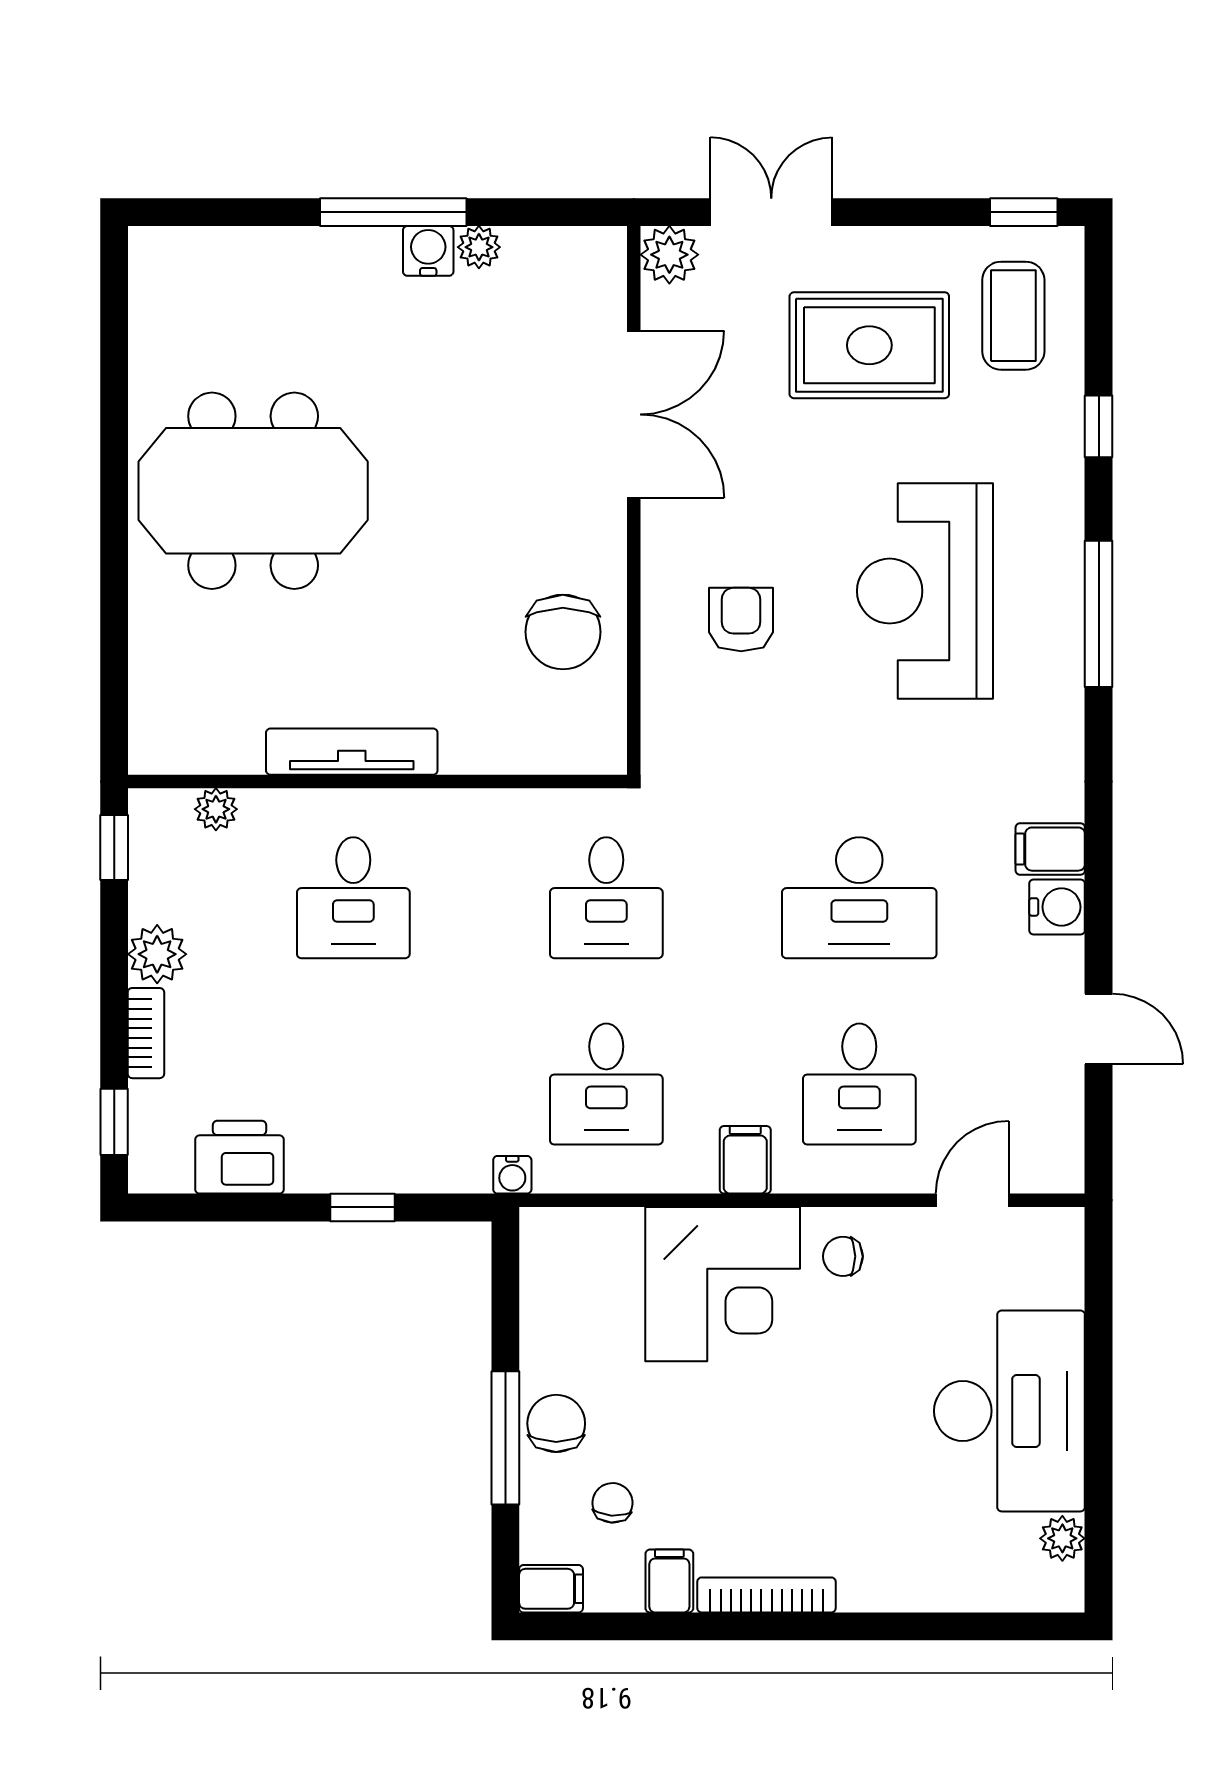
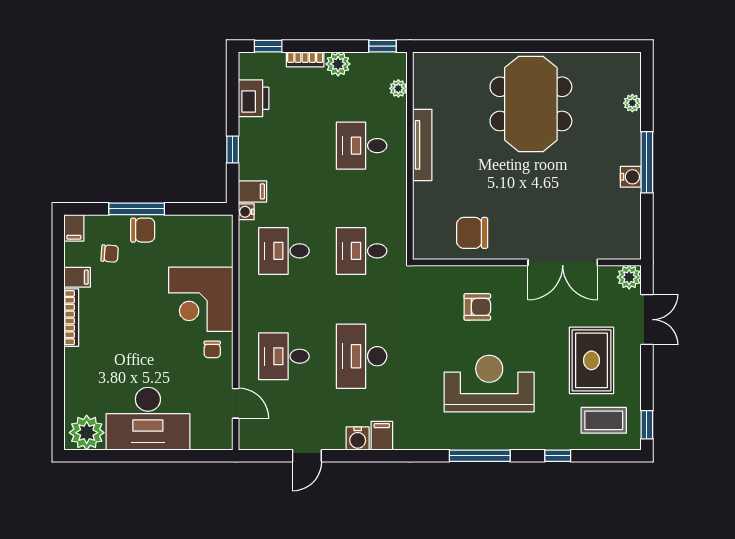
plant: (479, 247) -> (632, 103), moved
filing cabinet: (745, 1160) -> (252, 191), moved
chair: (843, 1256) -> (212, 349), turned 180
plant: (1062, 1538) -> (87, 433), width x1.87, depth x1.87

